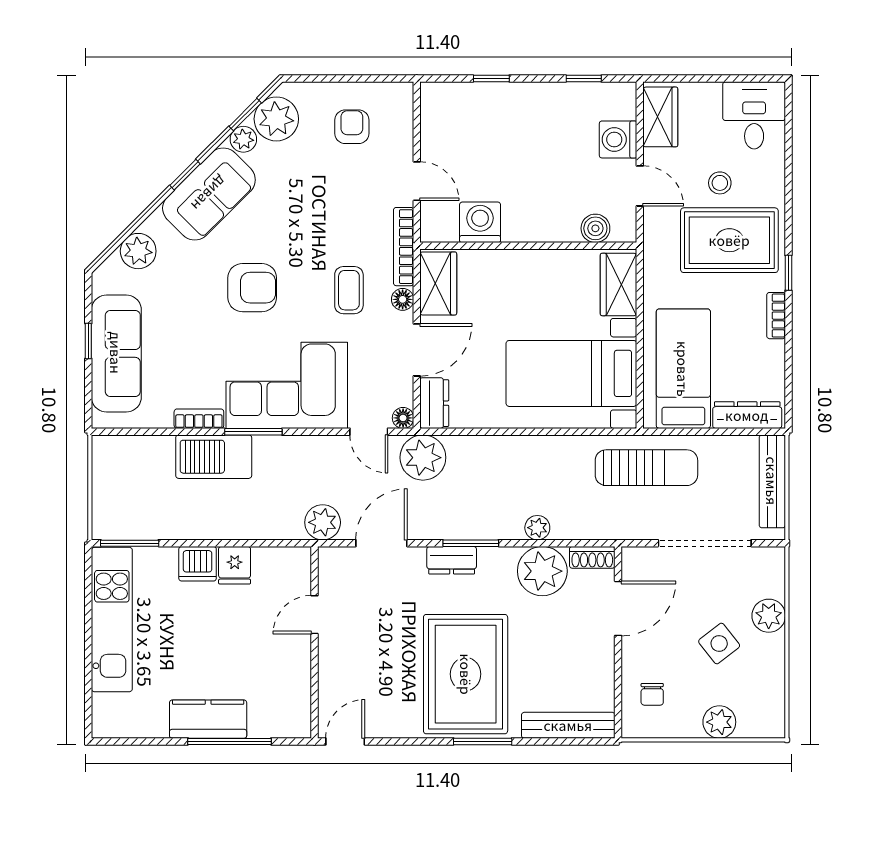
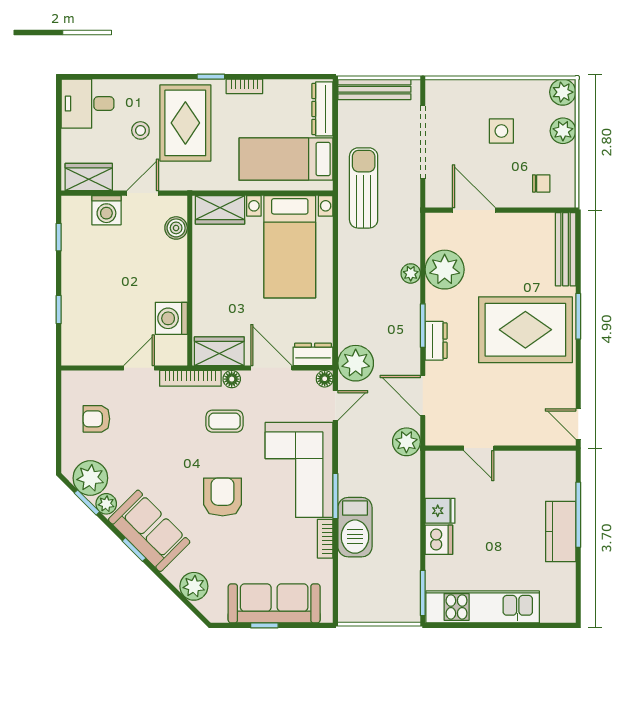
shoe rack: (592, 557) -> (434, 230), removed
plant: (769, 616) -> (563, 92), moved
side table: (719, 643) -> (501, 131), turned 38

